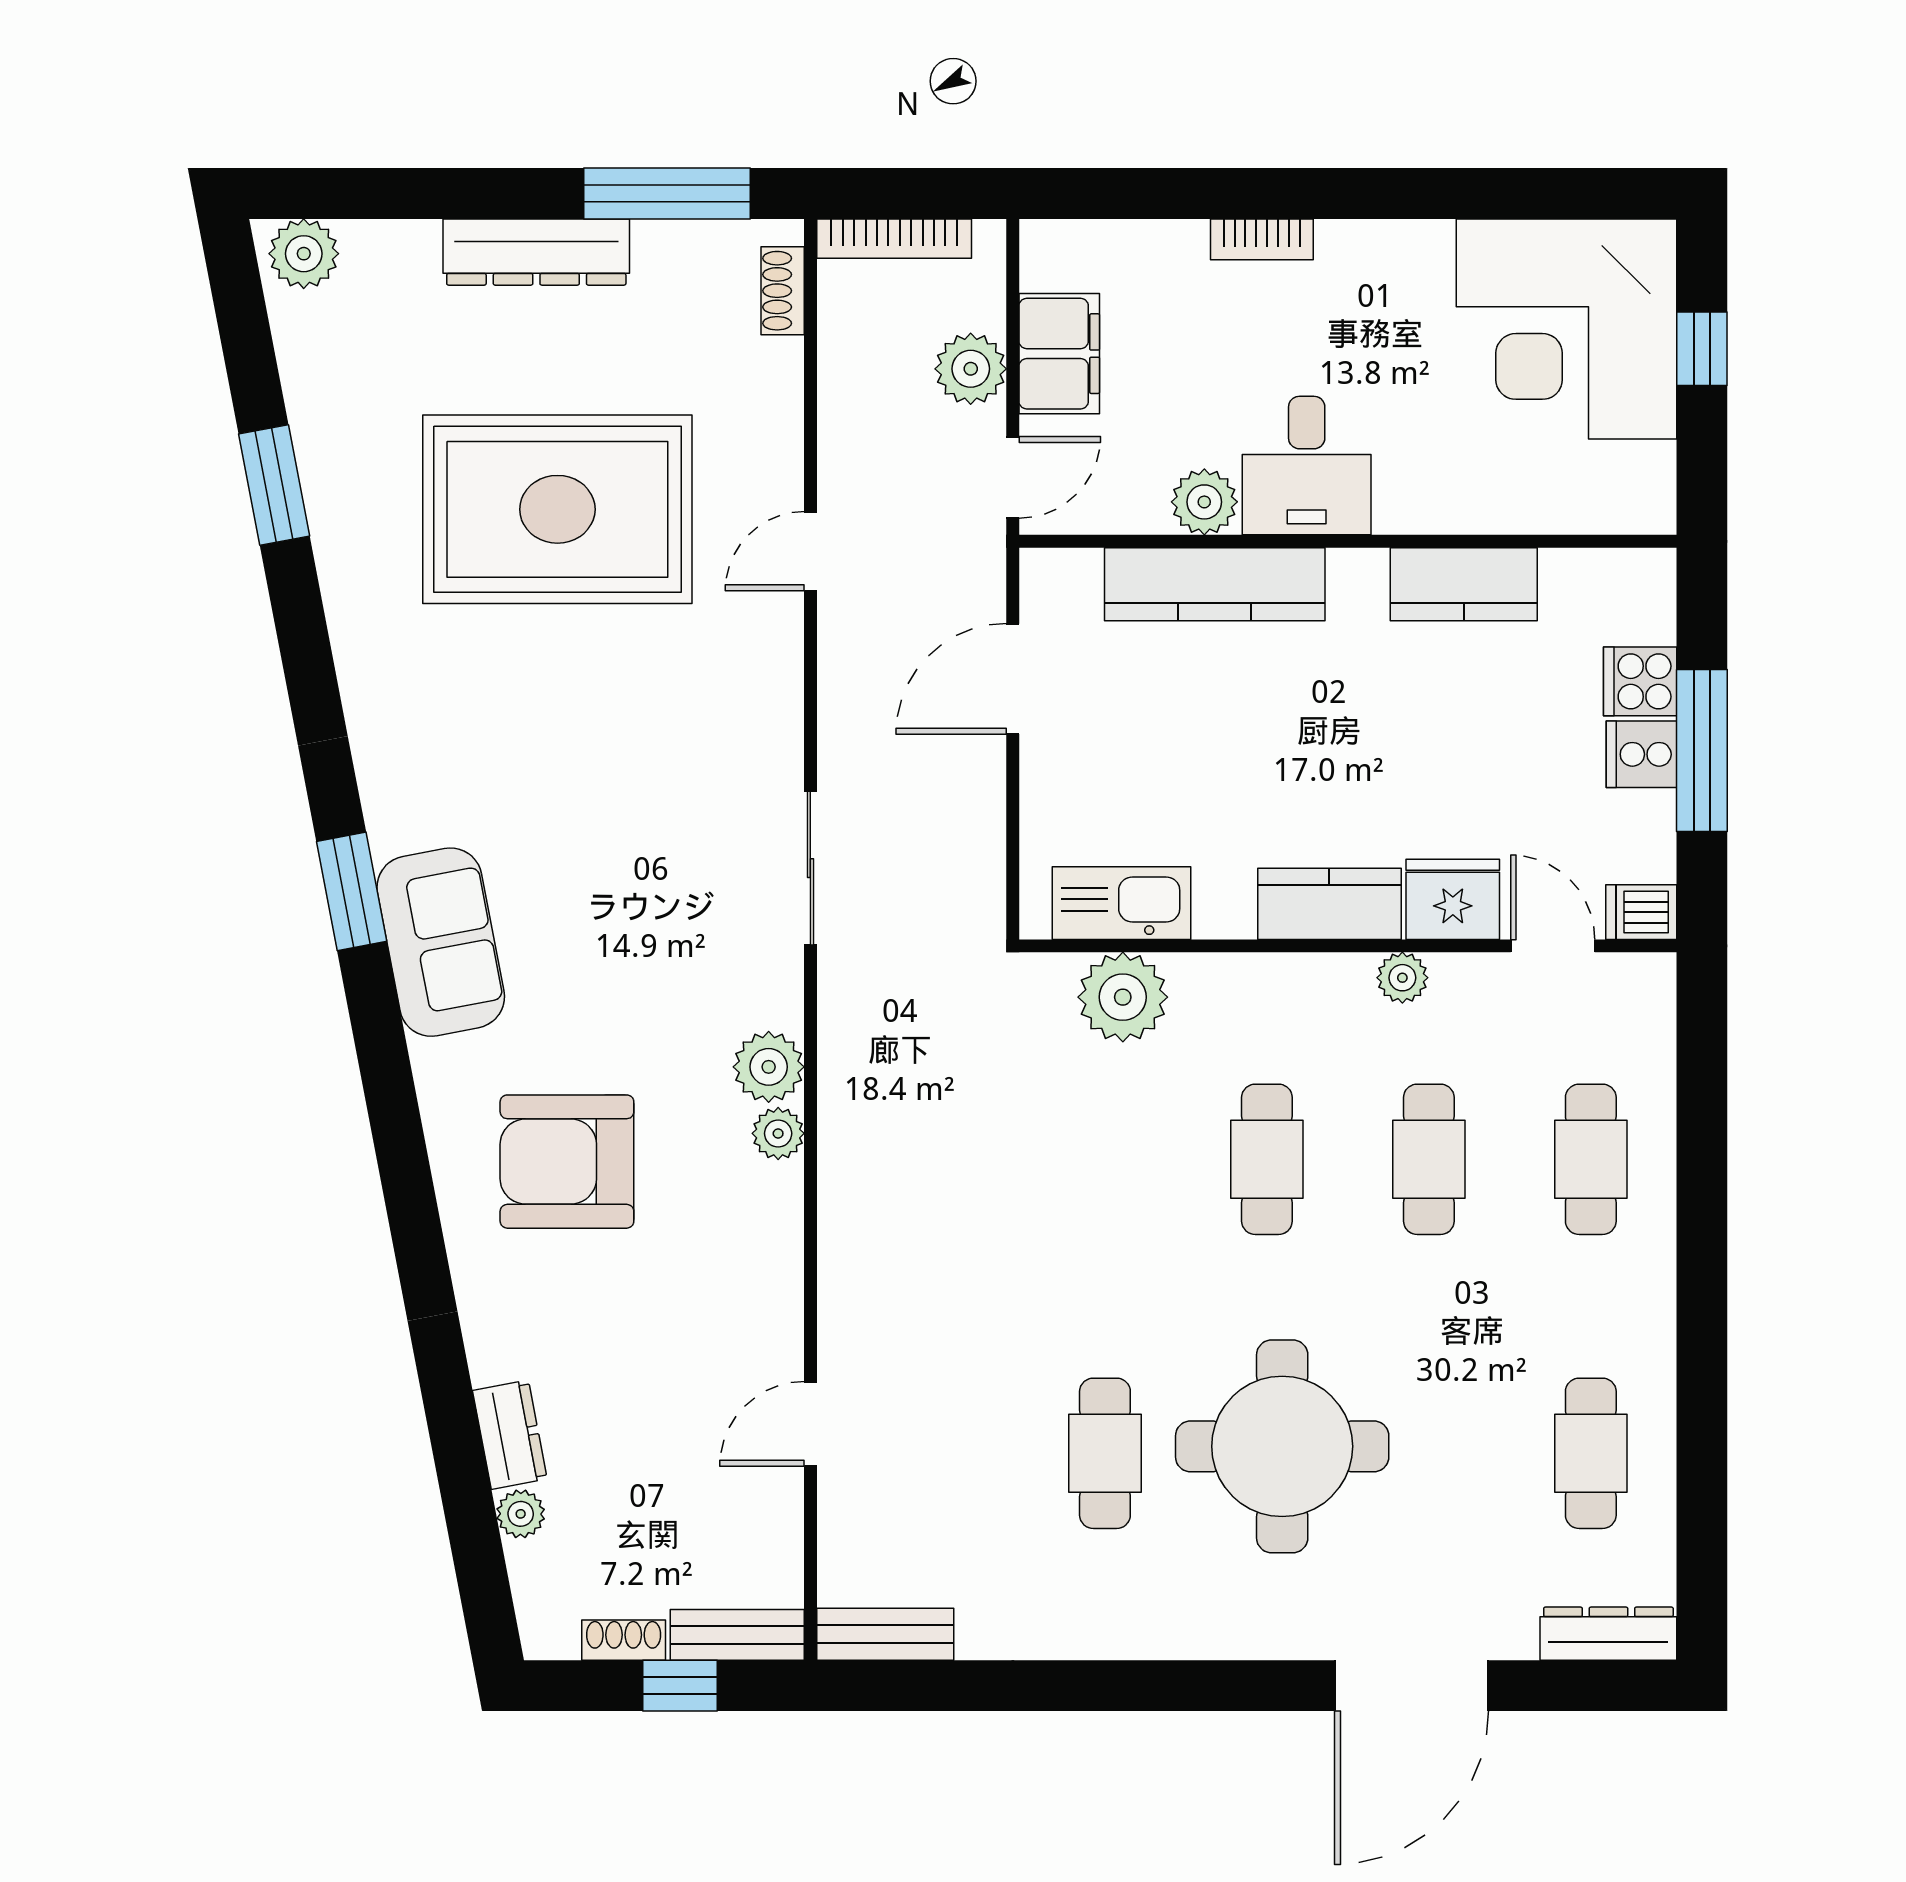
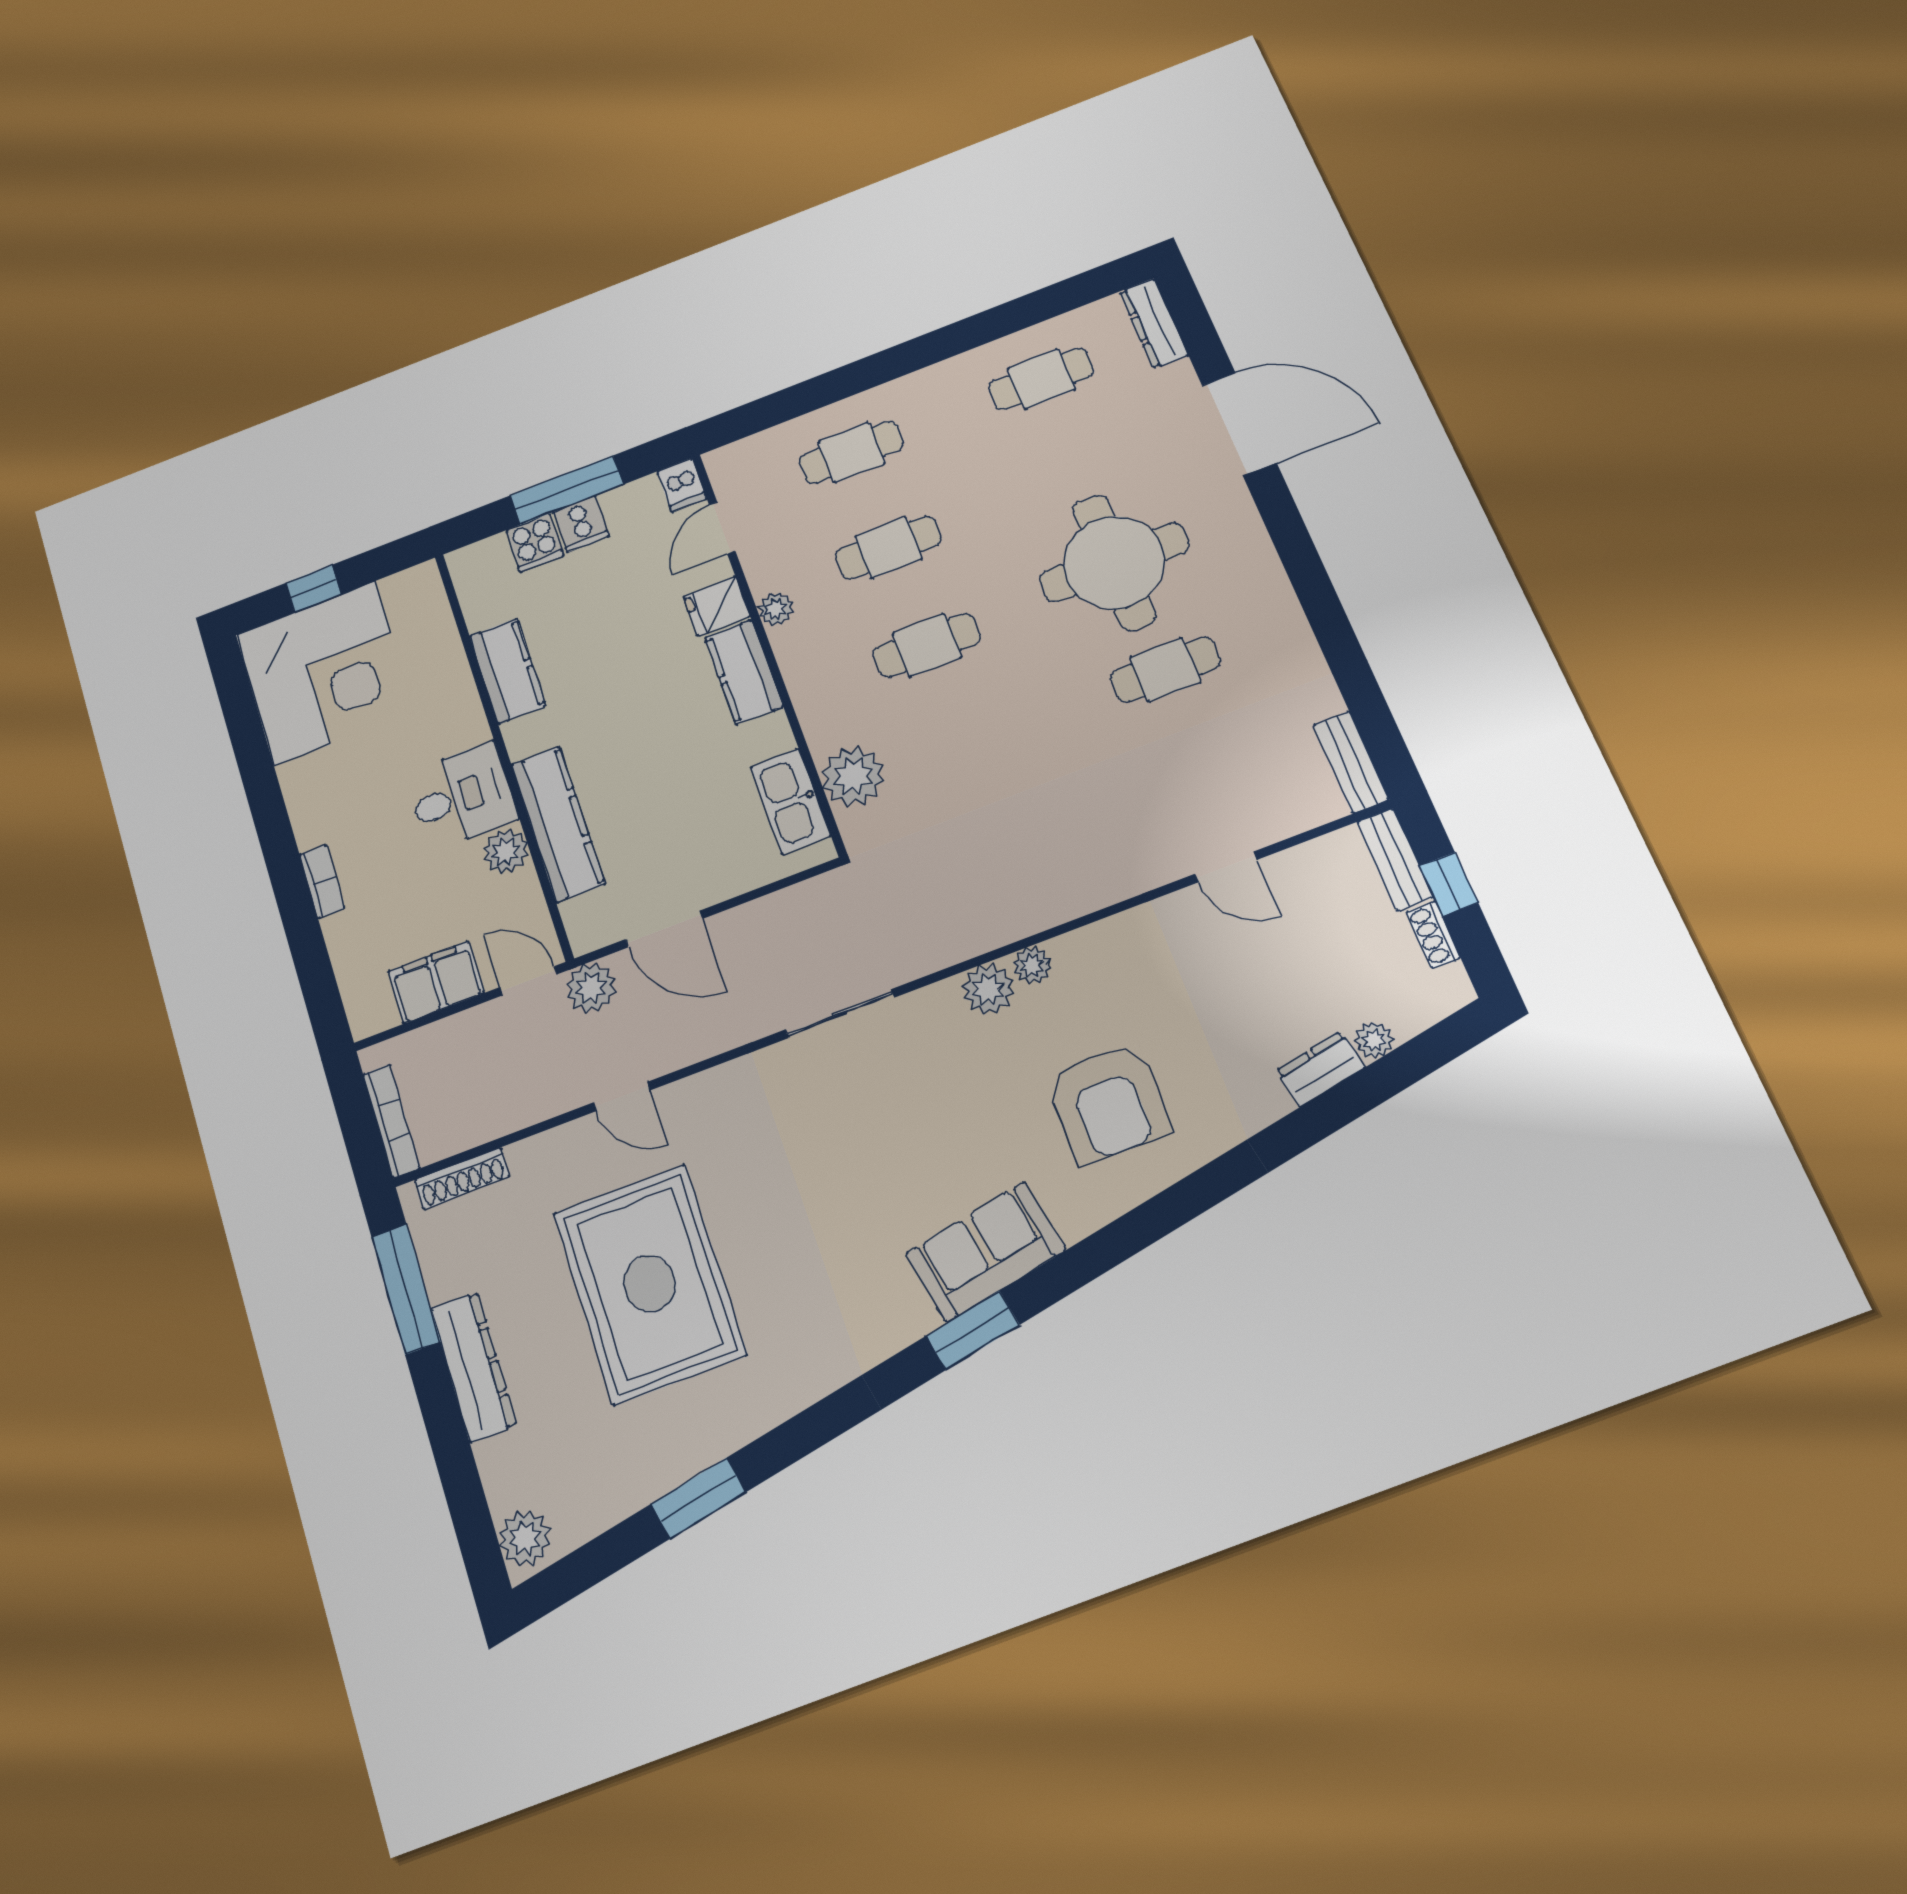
shoe rack: (783, 291) -> (462, 1178), width x1.43
plant: (971, 369) -> (591, 988), moved
fridge: (1453, 899) -> (717, 606), width x0.72

